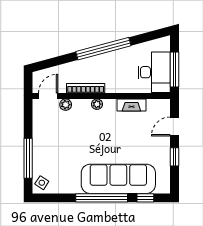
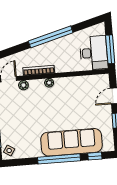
fireplace: (131, 105) -> (77, 81), removed

